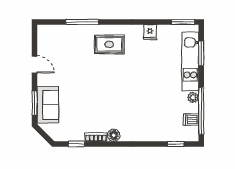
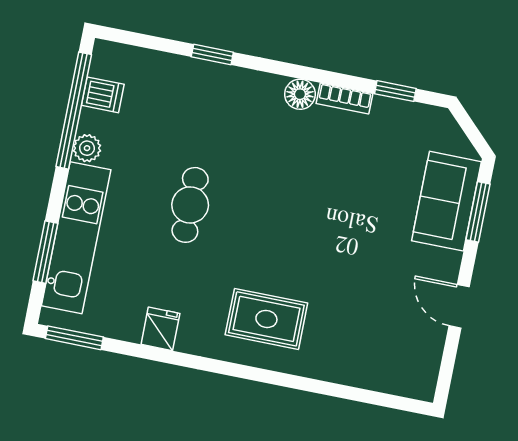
window: (82, 22) -> (321, 387), removed
cafe table: (148, 83) -> (190, 205), added
window: (176, 144) -> (212, 55), moved

